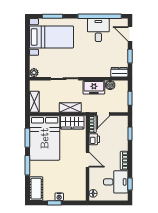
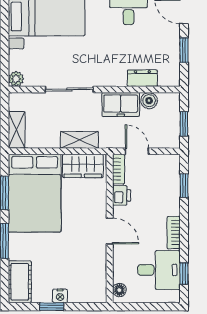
dresser: (119, 72) -> (142, 78), moved
door: (103, 114) -> (137, 151), swing flipped

